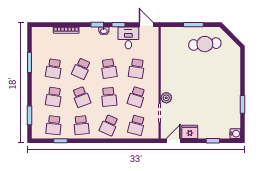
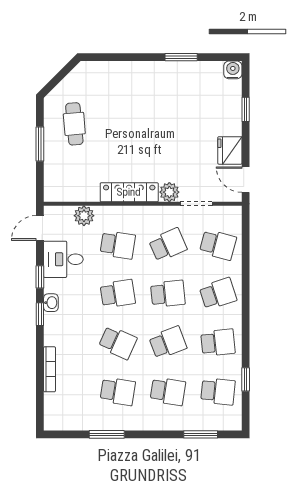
cafe table: (205, 44) -> (74, 124), width x0.73, depth x0.74
plant: (153, 50) -> (84, 216), added
locker: (166, 75) -> (129, 192), added
school desk: (137, 97) -> (168, 245), turned -42
school desk: (109, 125) -> (218, 294), turned -42

